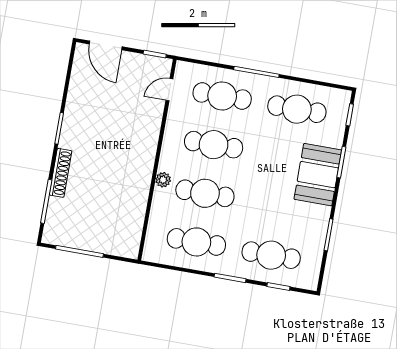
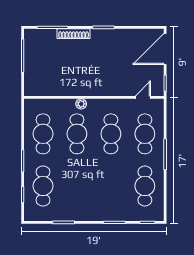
door: (106, 45) -> (165, 49), width x1.36
door: (169, 90) -> (143, 97), hinge flipped
booth: (318, 175) -> (103, 208), removed

